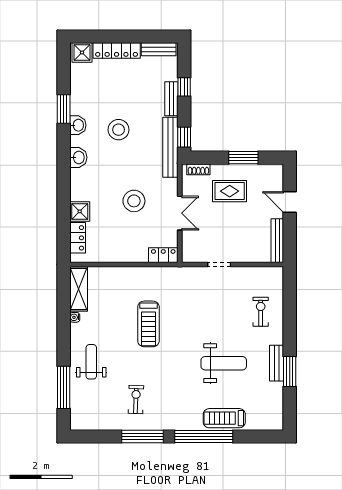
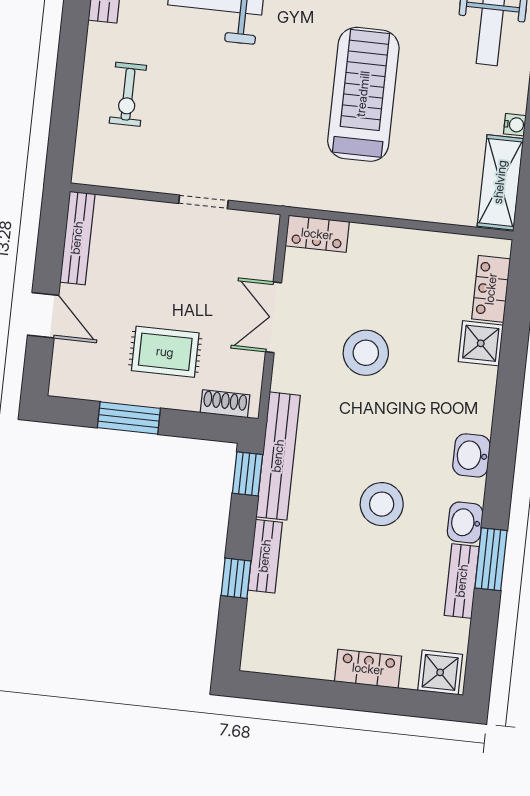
bench: (159, 49) -> (462, 581), moved, turned 90
locker: (117, 50) -> (368, 669), width x0.66
treadmill: (148, 324) -> (363, 94), width x1.37, depth x1.38

